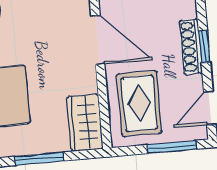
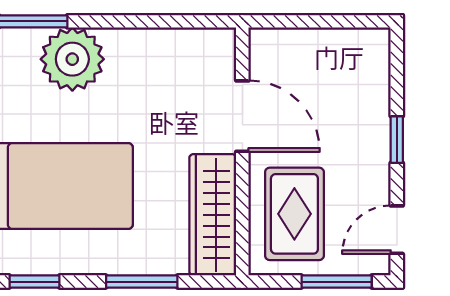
shoe rack: (191, 47) -> (377, 138), removed
wardrobe: (85, 123) -> (213, 215), width x1.50

